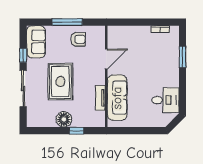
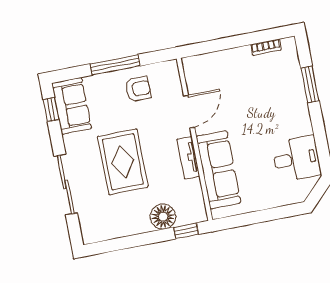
window: (23, 55) -> (51, 109), moved
tv unit: (100, 98) -> (188, 158), moved
floor lamp: (64, 119) -> (163, 217), moved
window: (76, 131) -> (186, 231), moved

